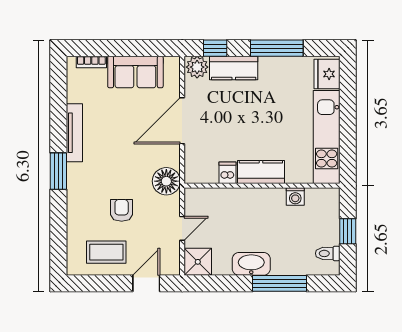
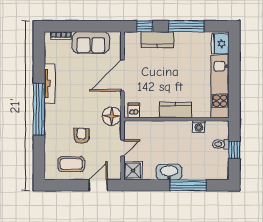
plant: (197, 67) -> (133, 39), removed
window: (58, 171) -> (39, 109), width x2.11
dishwasher: (227, 173) -> (134, 110), moved
toilet: (328, 253) -> (221, 144), moved

